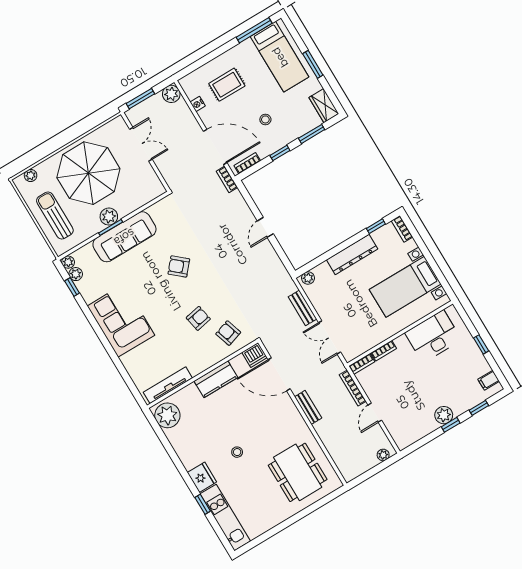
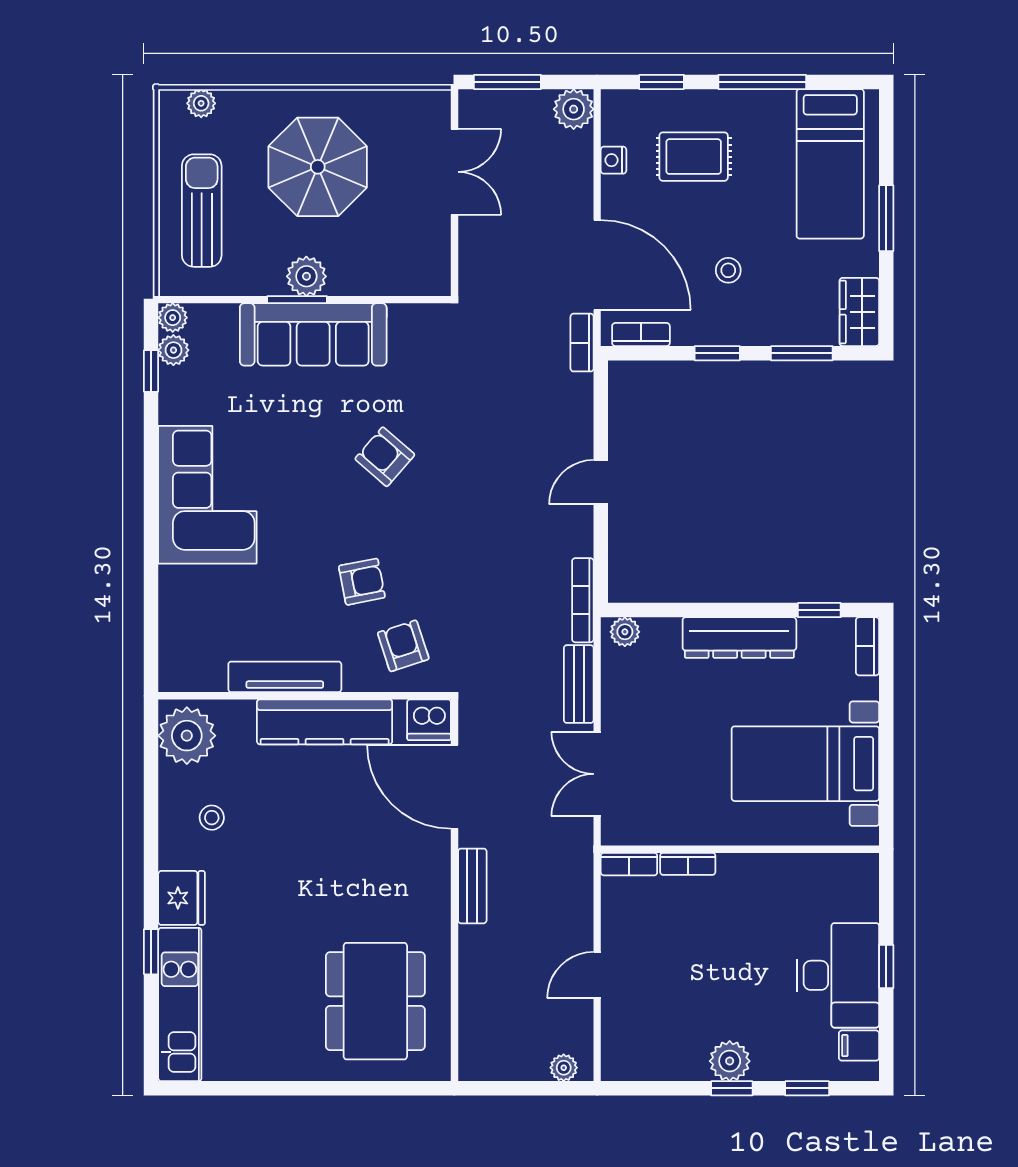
window: (254, 30) -> (762, 82), moved
window: (198, 64) -> (662, 82), added
parasol: (88, 173) -> (318, 167), width x0.73, depth x0.73
desk: (433, 336) -> (838, 975), moved, turned 90
kitchen counter: (216, 379) -> (325, 722), width x1.50
tv unit: (168, 385) -> (285, 677), moved
bookcase: (353, 388) -> (583, 600), moved
stool: (237, 452) -> (212, 818), moved

